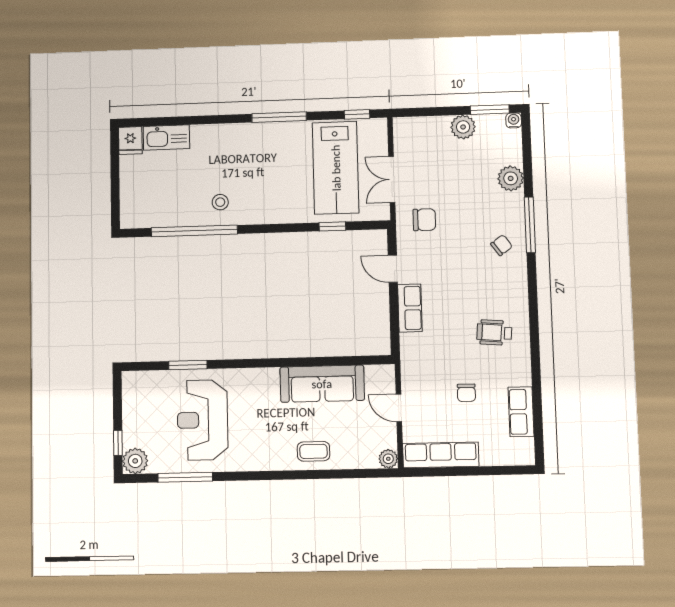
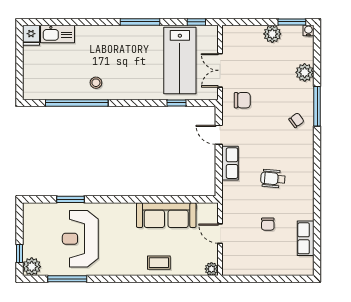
wheelchair: (494, 333) -> (273, 179), moved
row of seats: (441, 455) -> (248, 267), removed

